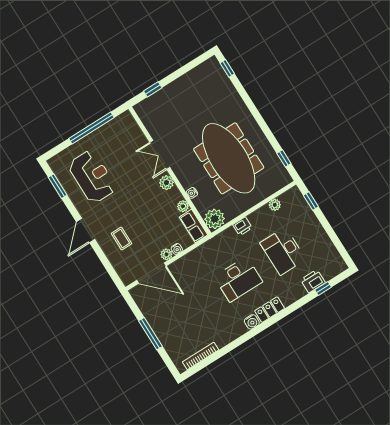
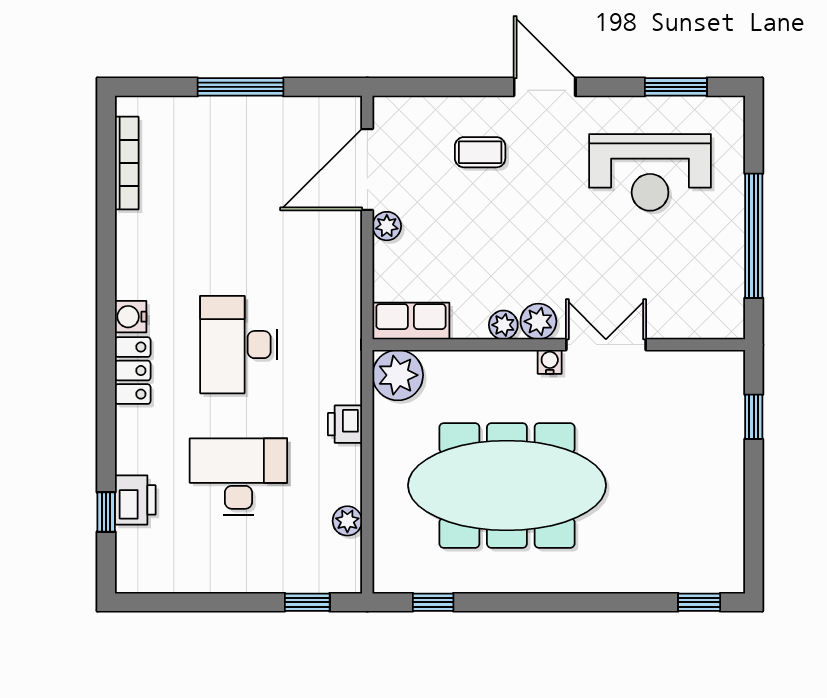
water cooler: (192, 193) -> (550, 362), moved
plant: (183, 206) -> (503, 325), moved
water cooler: (177, 249) -> (384, 255), removed

